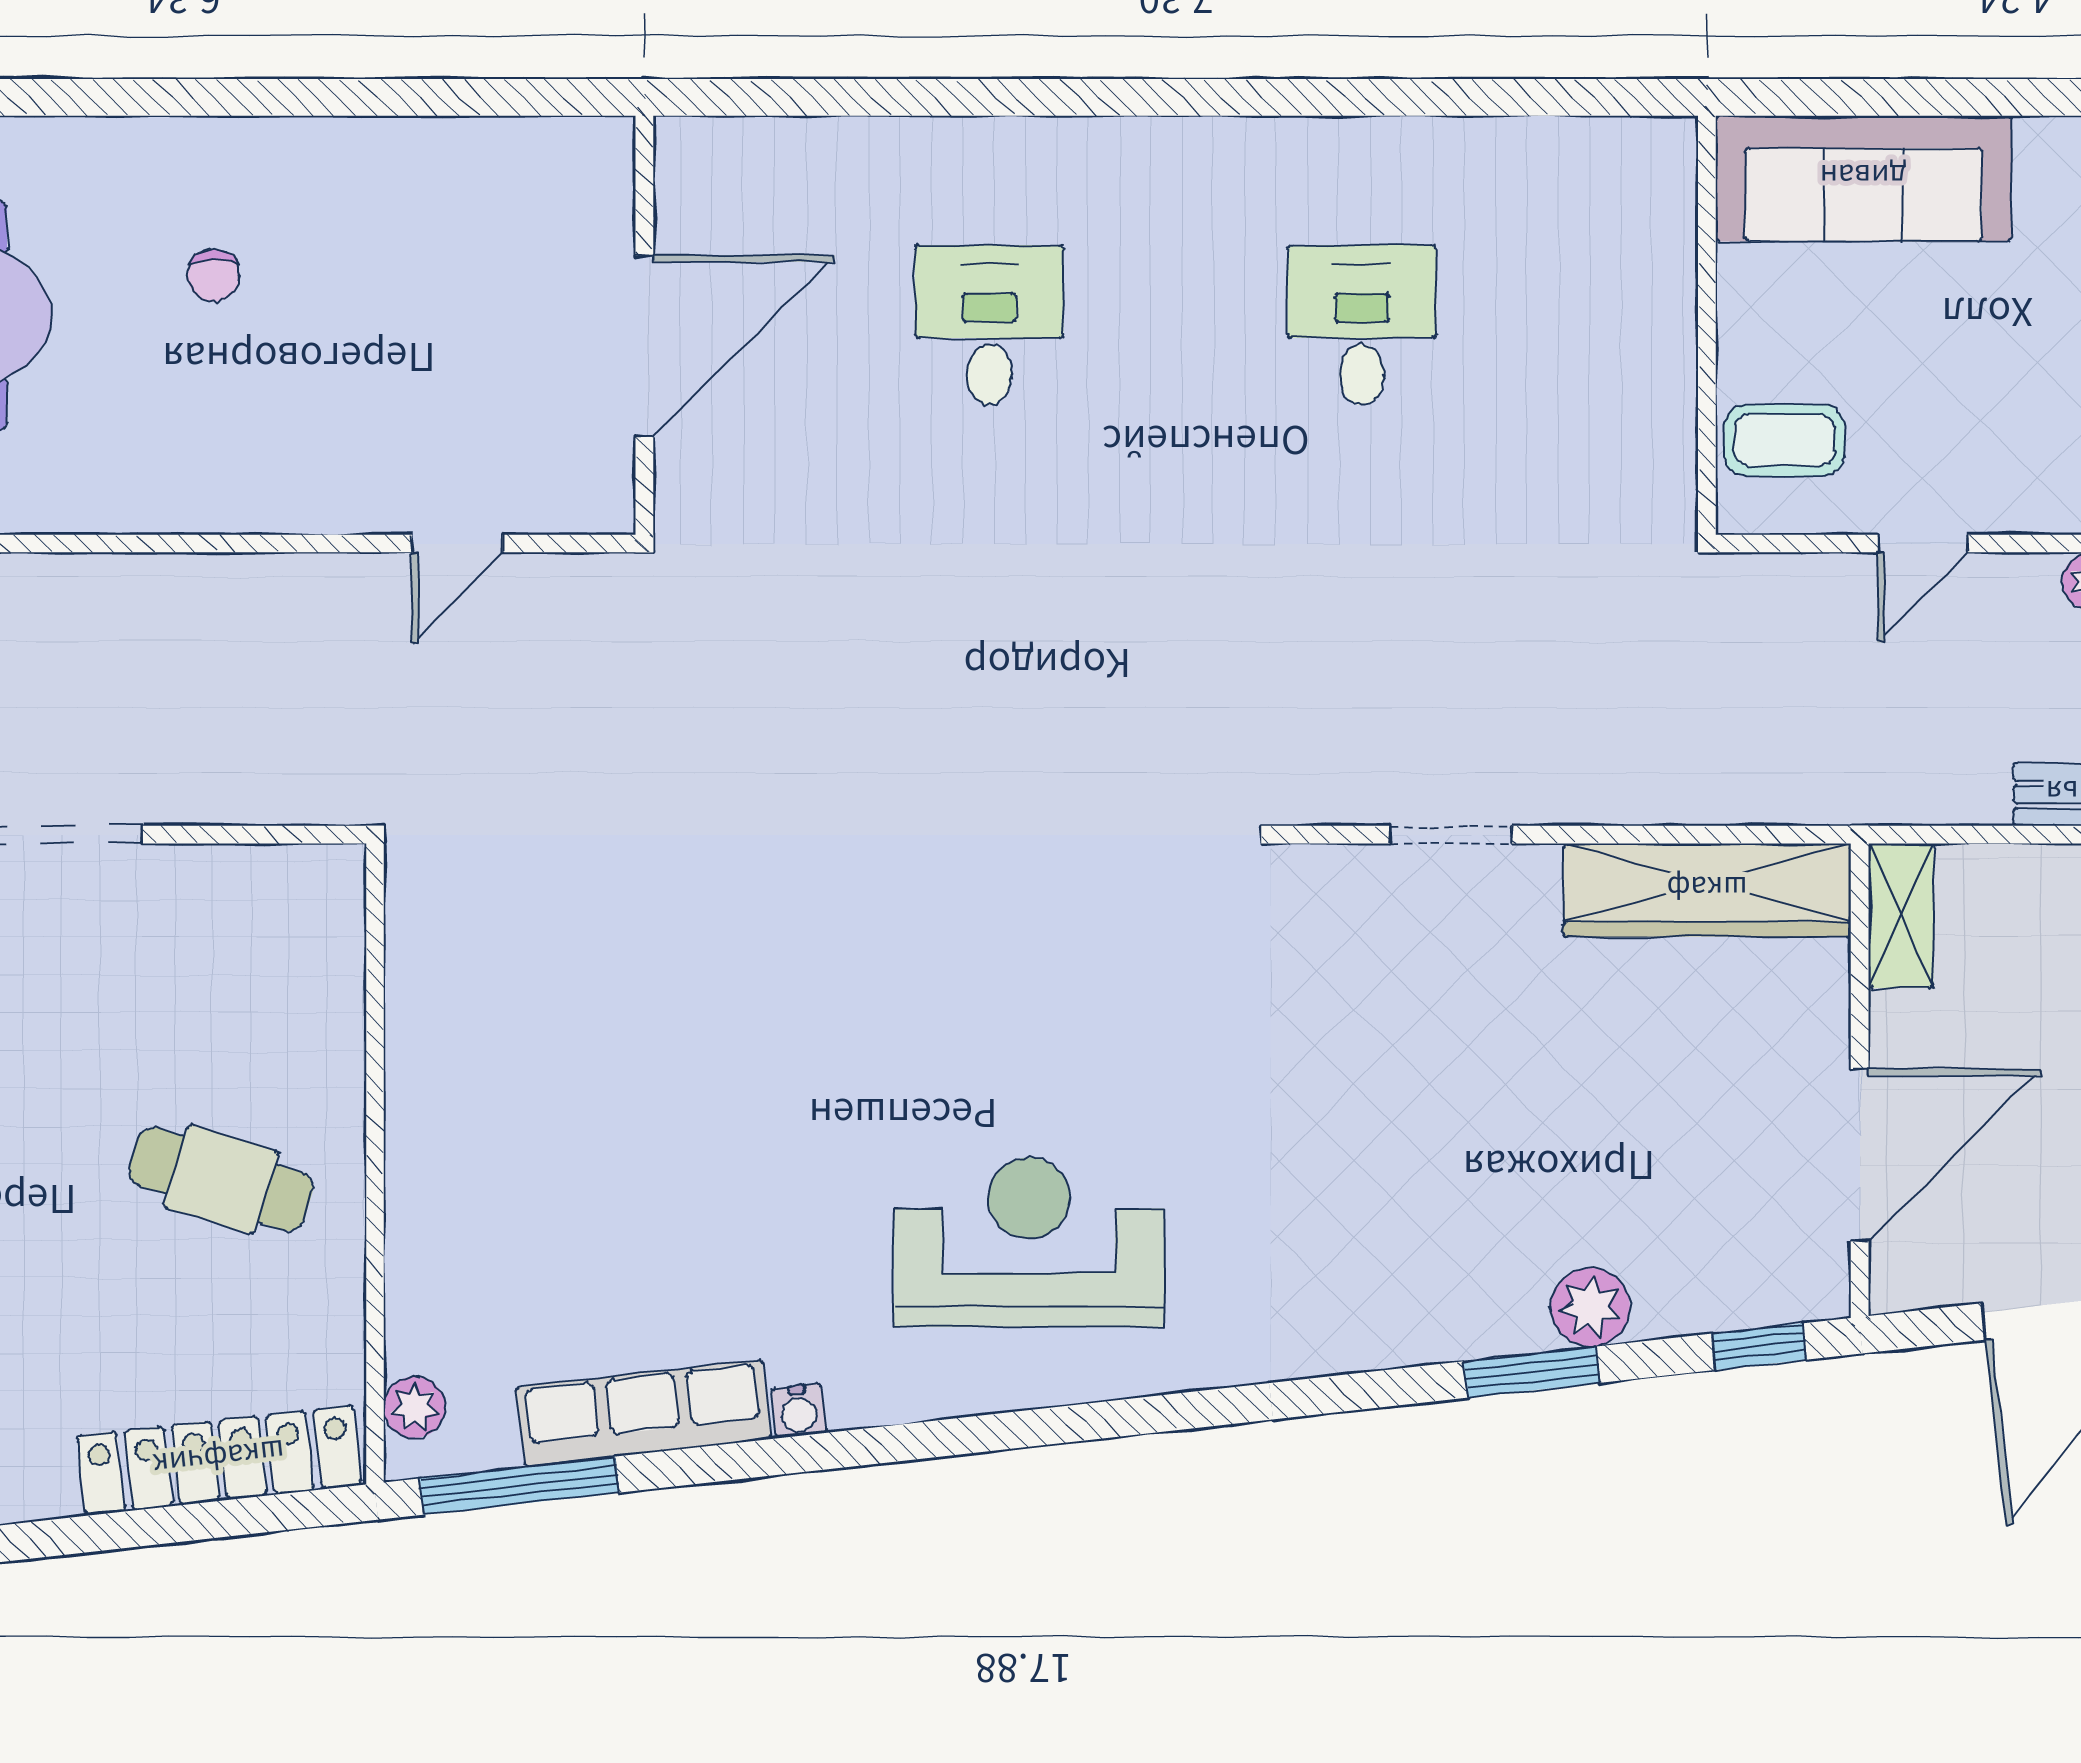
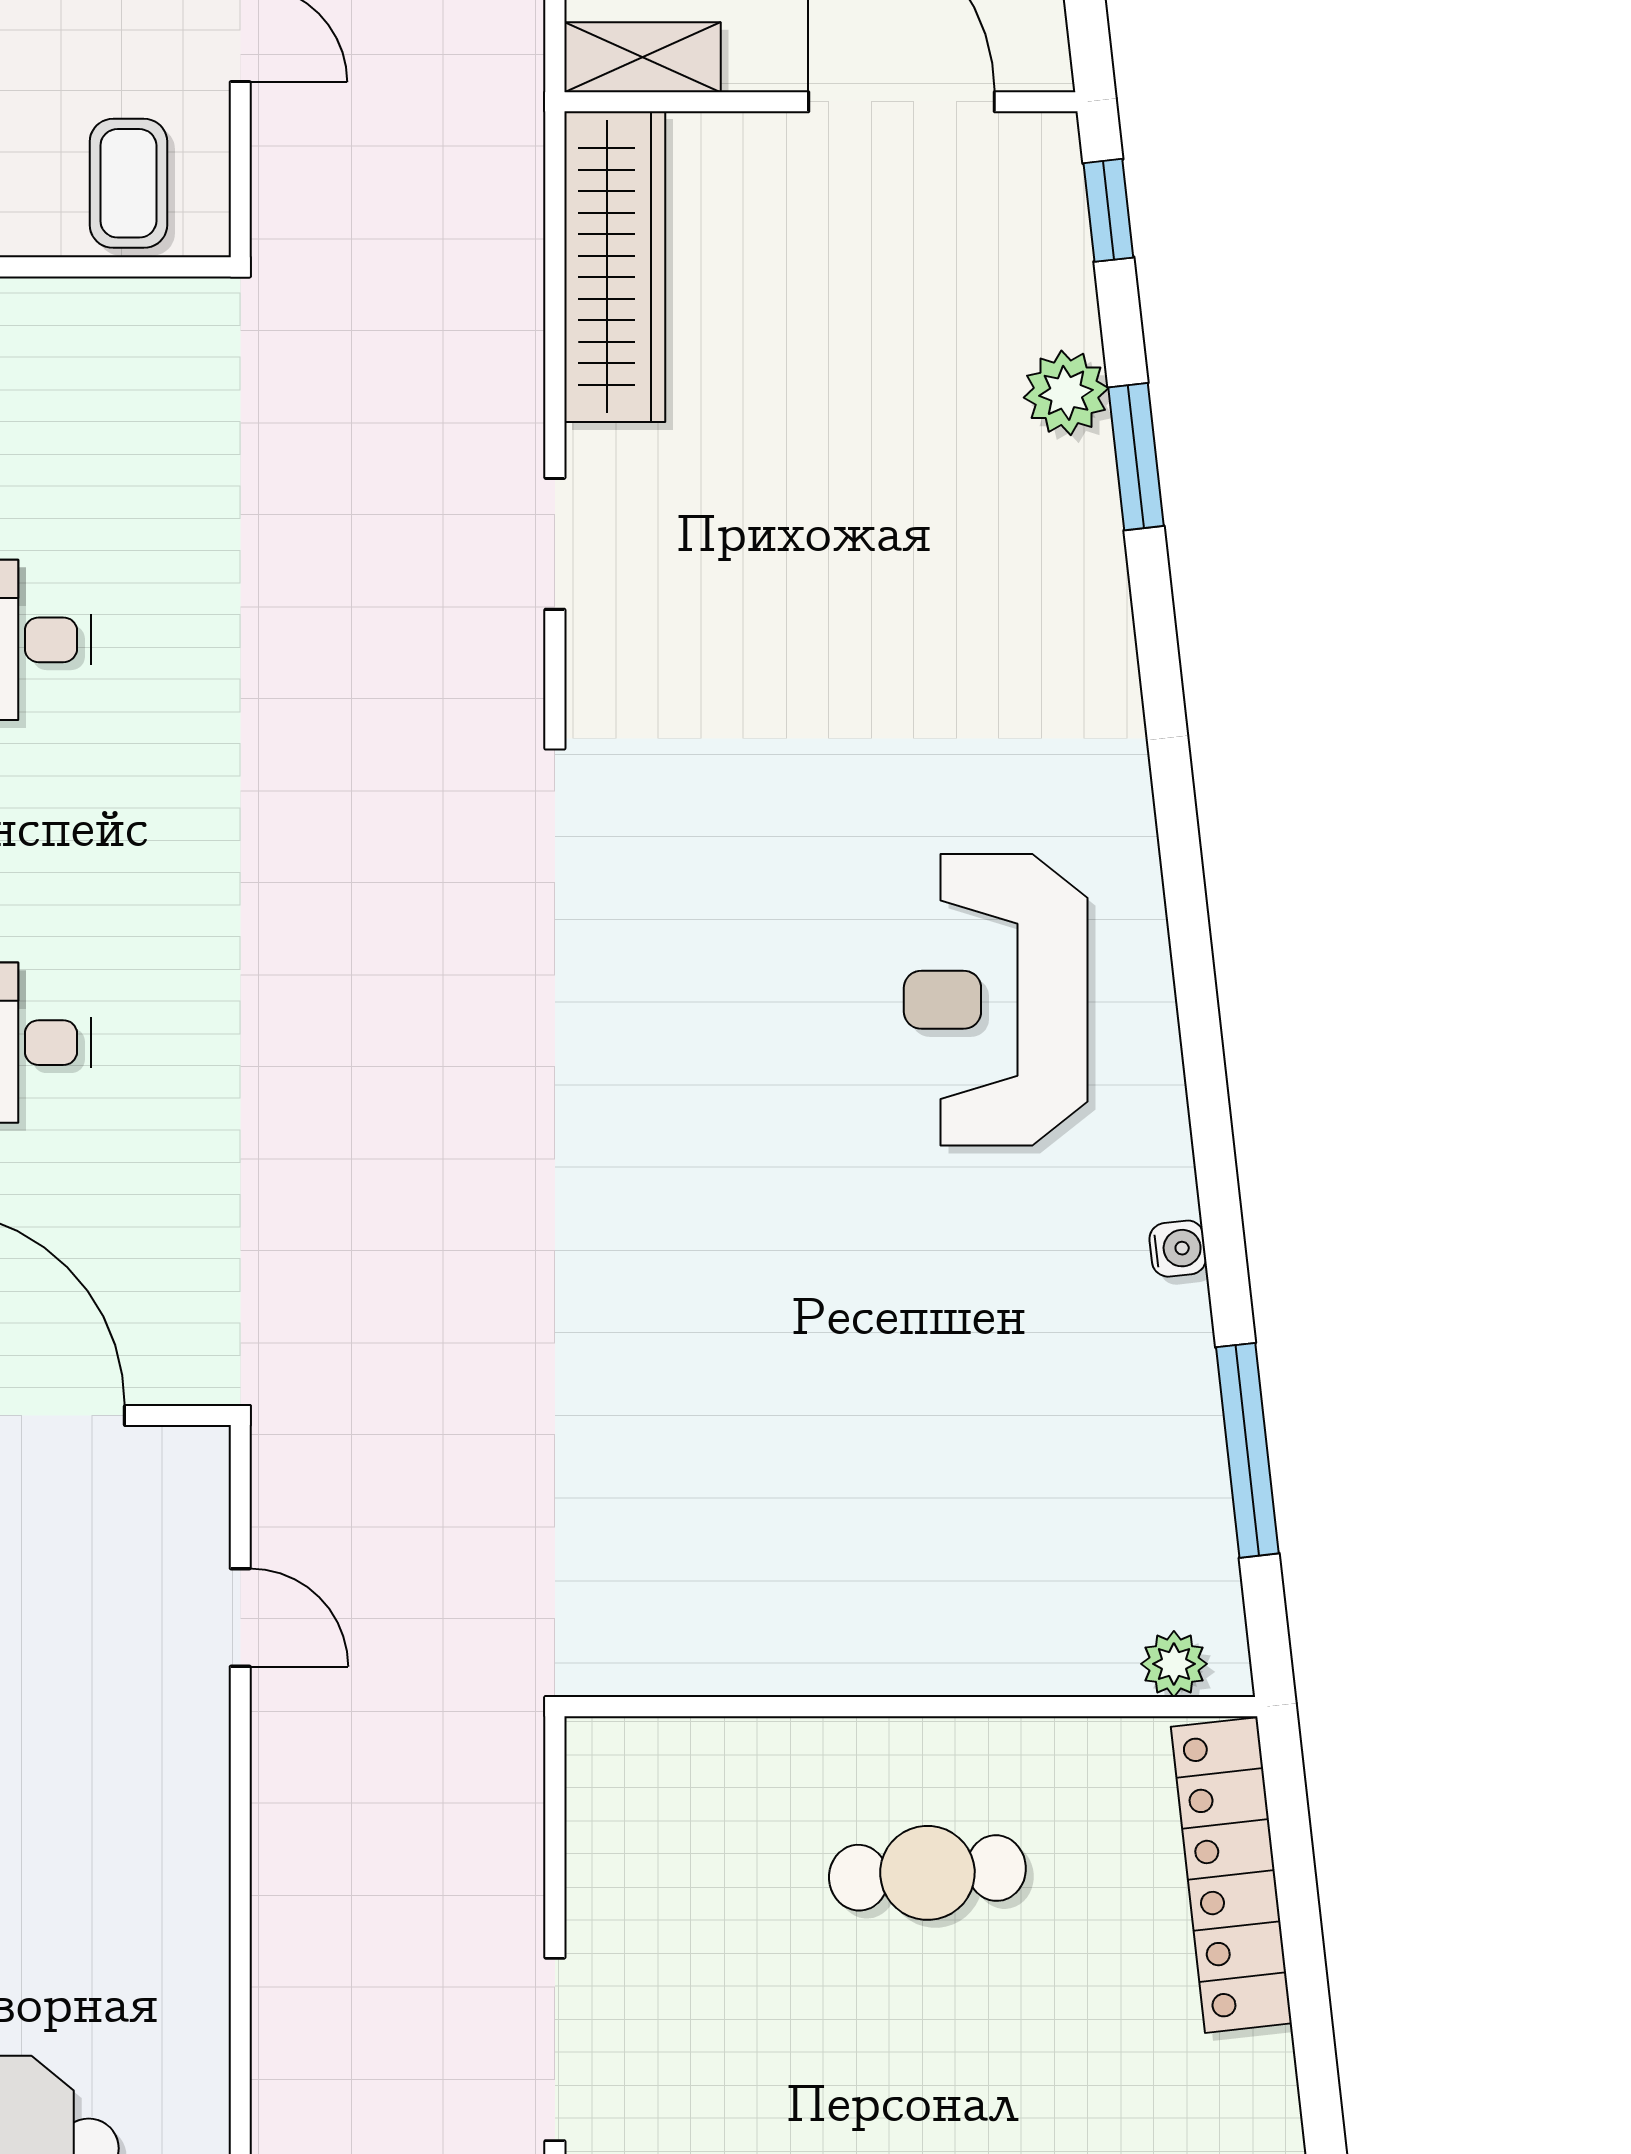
cafe table: (221, 1179) -> (927, 1873), turned 69
row of seats: (643, 1413) -> (1180, 1416), removed
window: (519, 1486) -> (1247, 1450), moved

